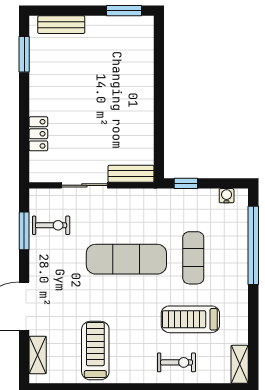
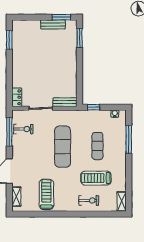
bench: (61, 25) -> (53, 24), moved
window: (159, 50) -> (80, 38), added
locker: (38, 134) -> (17, 97), moved
window: (24, 231) -> (9, 132), width x1.44
window: (253, 245) -> (129, 139), width x0.68
exercise mat: (126, 259) -> (63, 147), turned 90

